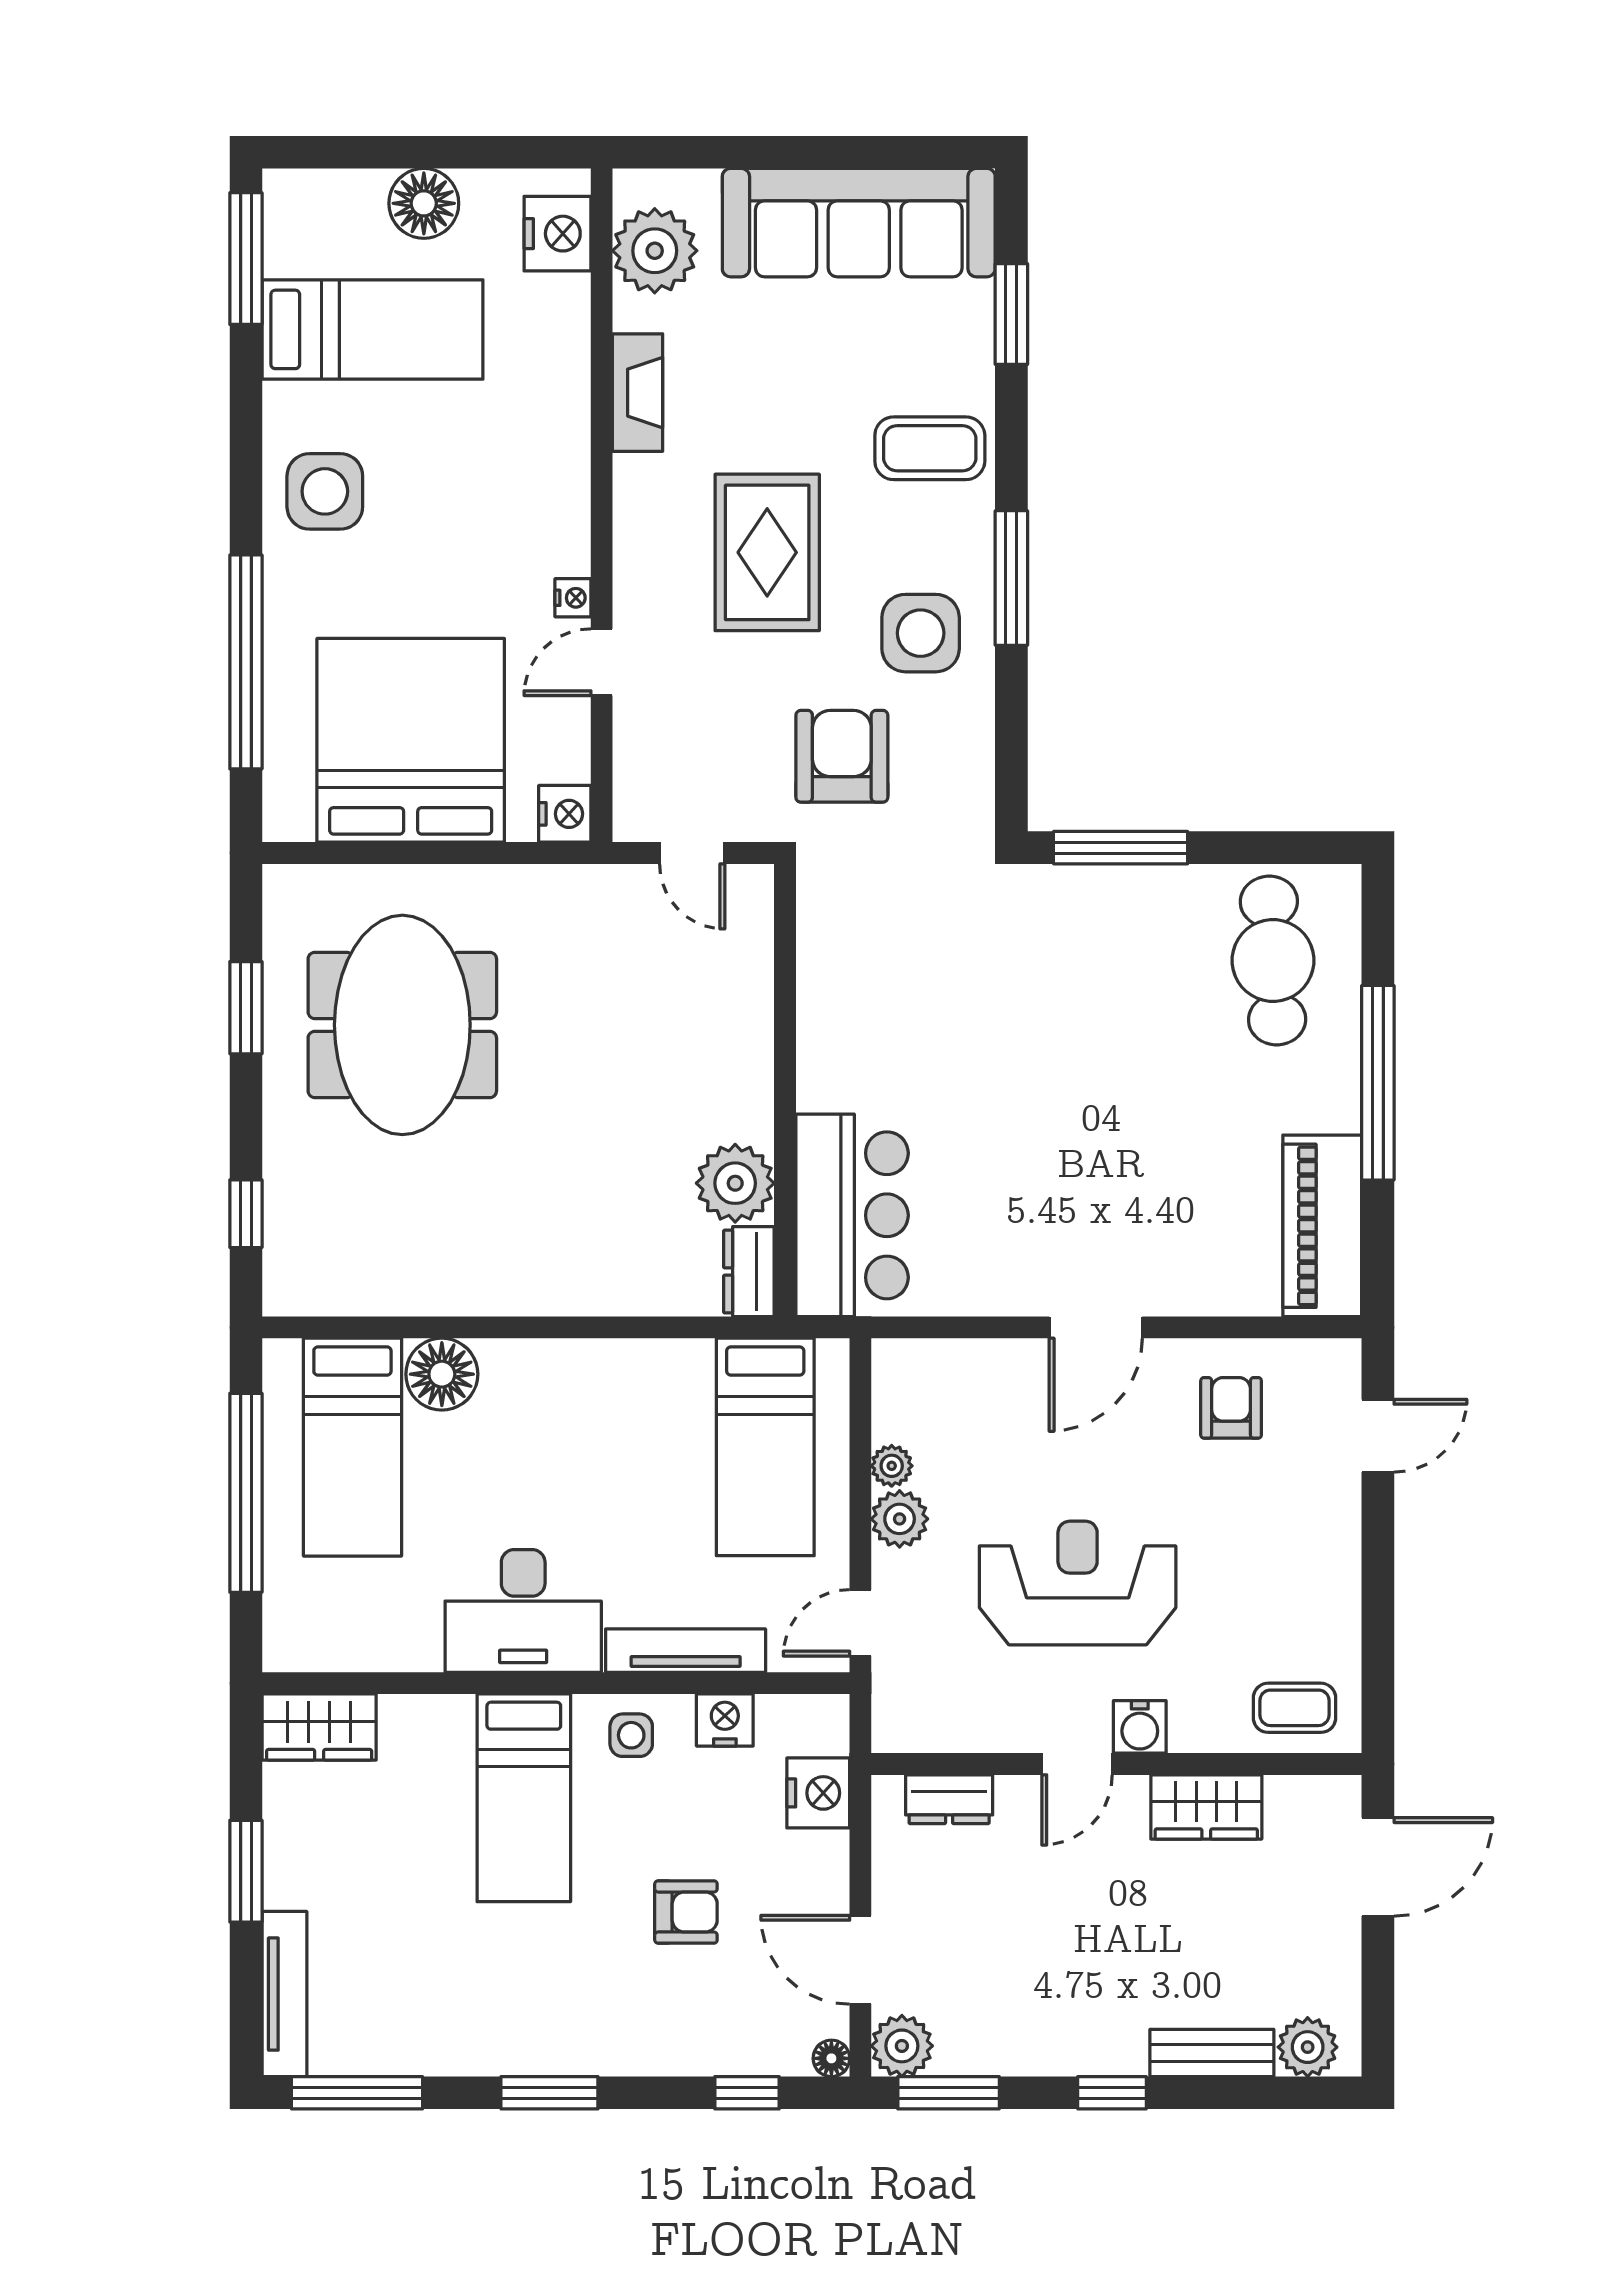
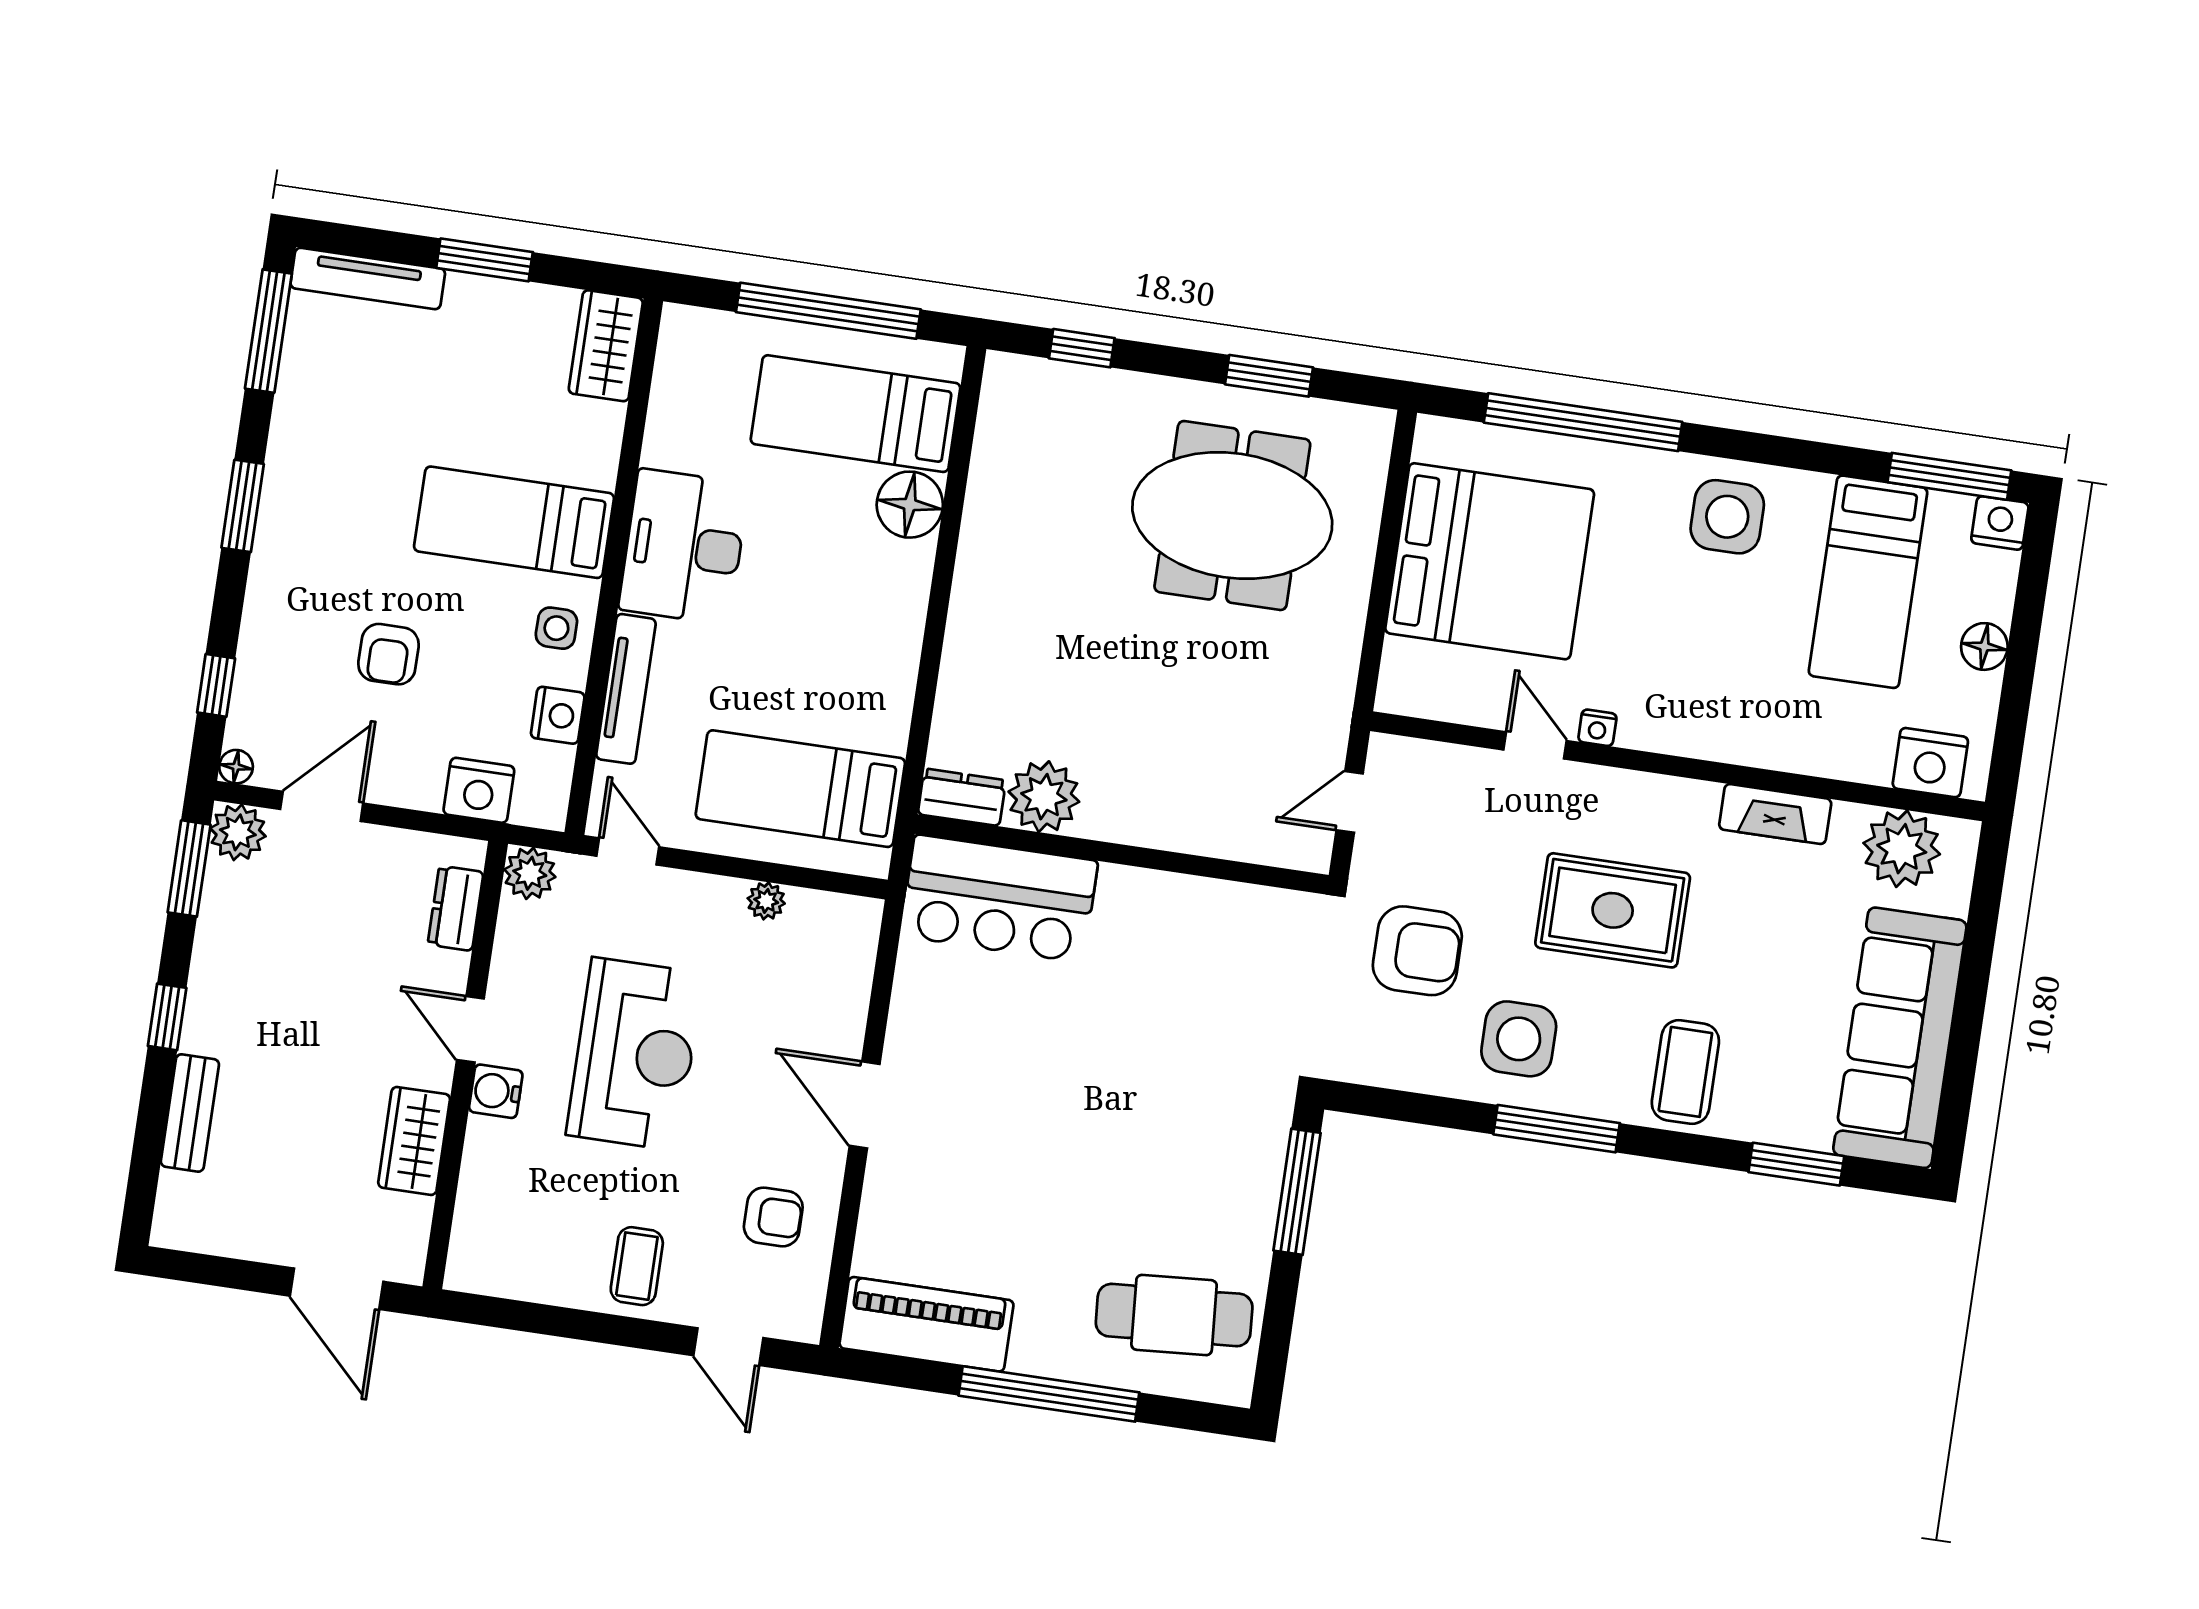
floor lamp: (424, 203) -> (1984, 646), width x0.73, depth x0.73
nightstand: (565, 814) -> (2000, 523), moved, turned 180
plant: (900, 1519) -> (530, 873), moved
coffee table: (1294, 1708) -> (637, 1266), moved
plant: (1308, 2047) -> (182, 1201), removed

